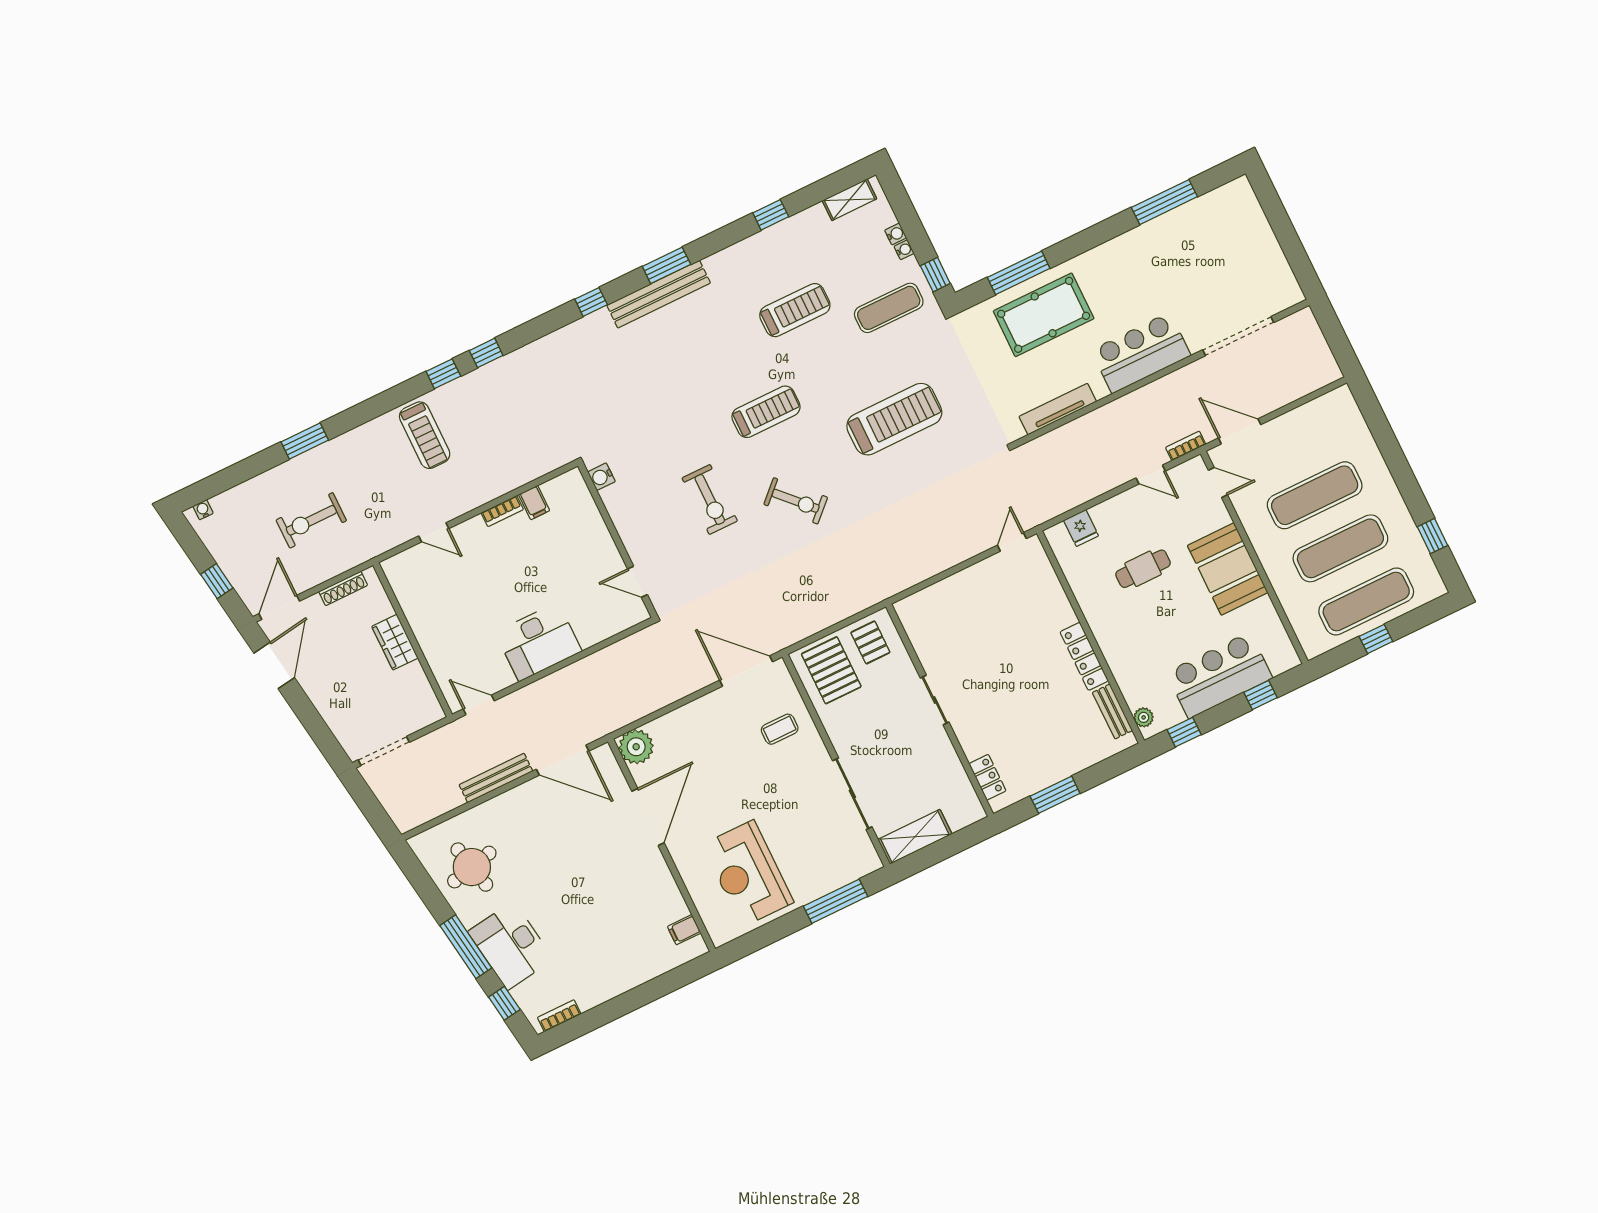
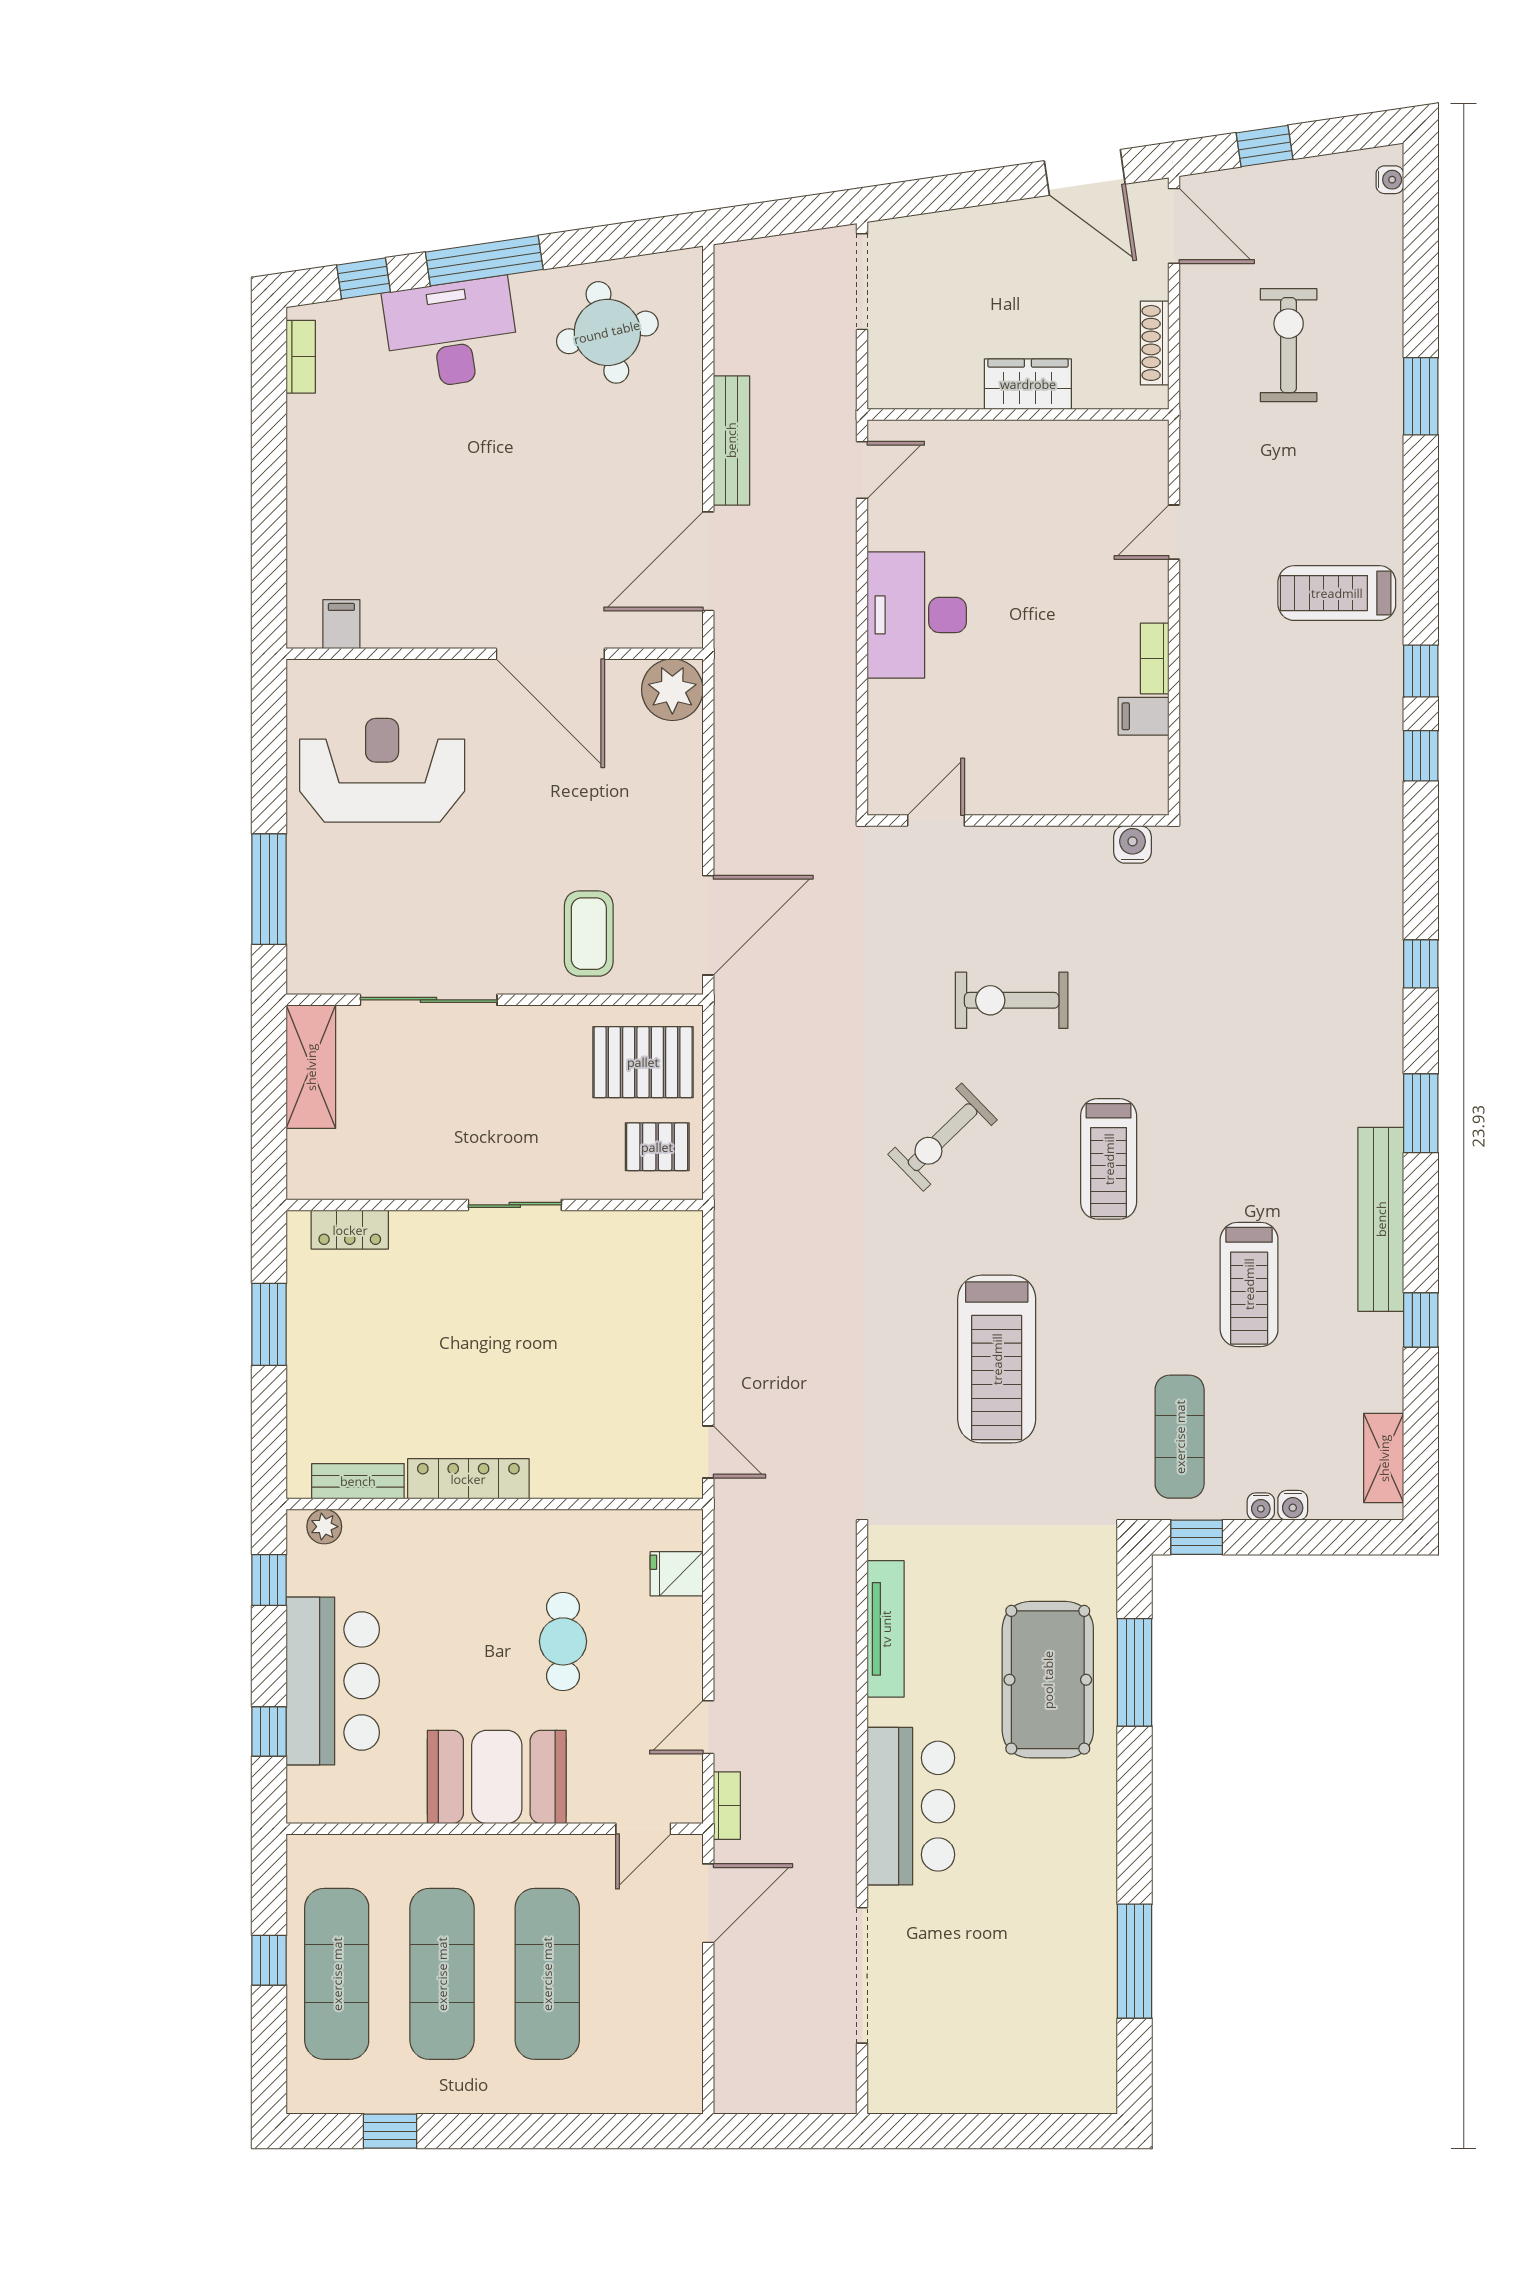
bench: (659, 294) -> (1381, 1219), moved
coffee table: (780, 729) -> (589, 934), width x1.36, depth x1.30

